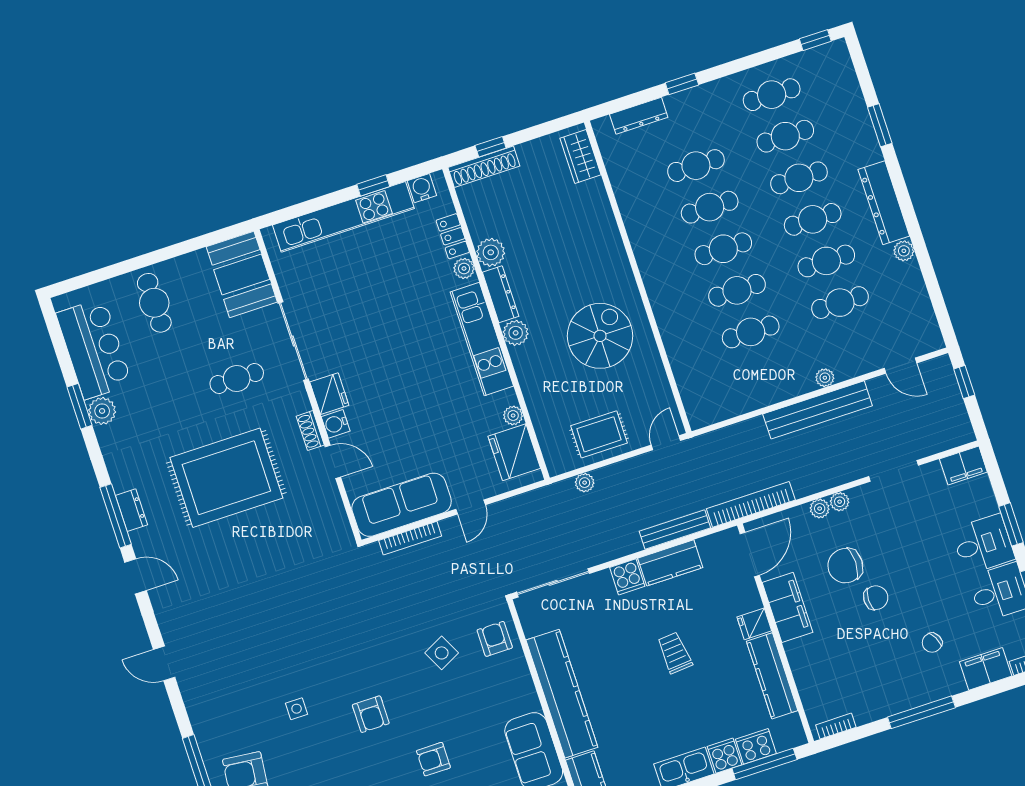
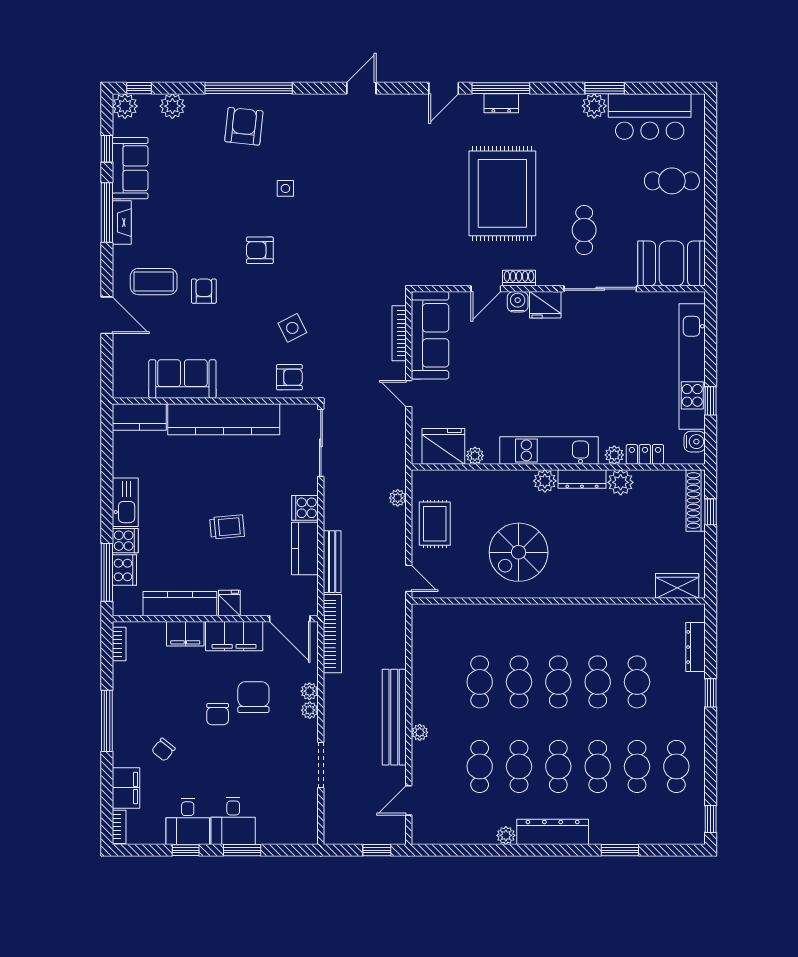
spiral stairs: (600, 336) -> (519, 552), turned 90
filing cabinet: (963, 466) -> (185, 634), moved, turned -90
chair: (932, 643) -> (163, 750), turned -114

